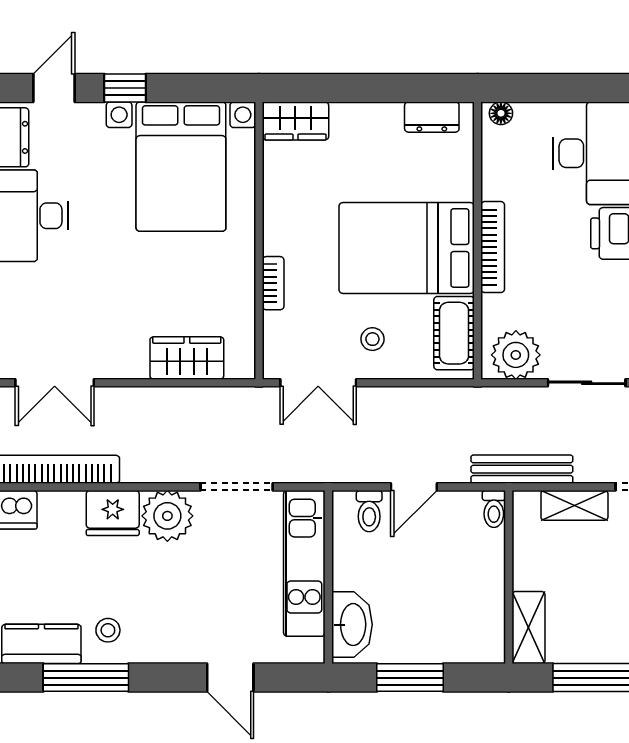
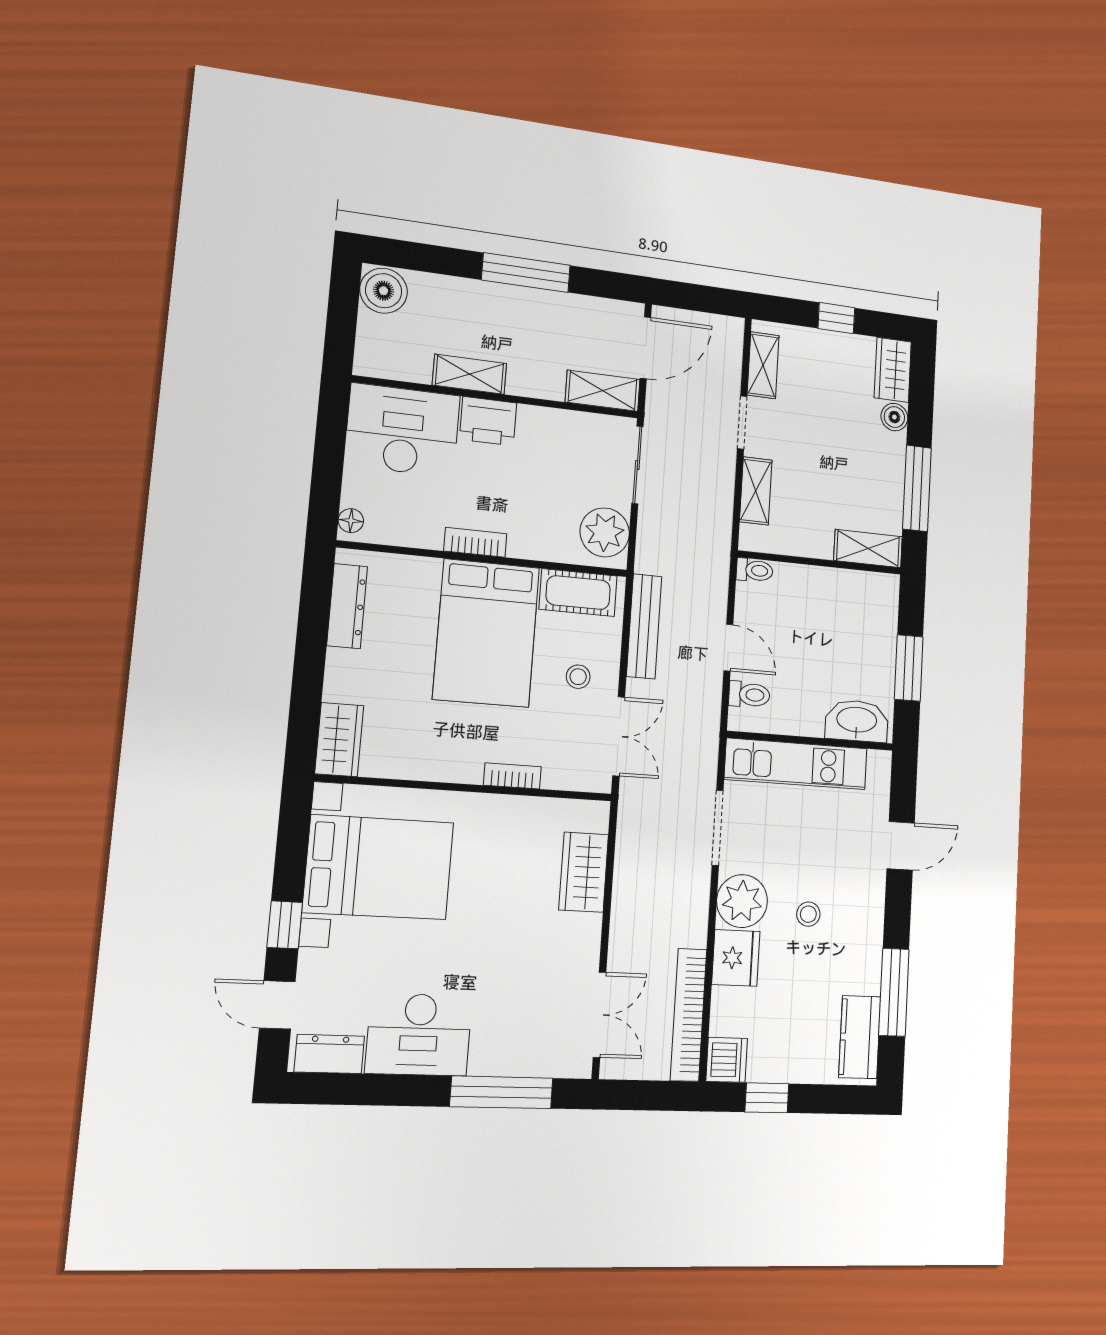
dresser: (432, 117) -> (347, 606), width x1.44
bookcase: (493, 247) -> (475, 542), width x0.64
bench: (522, 469) -> (644, 626), moved
stool: (108, 630) -> (808, 914), moved

